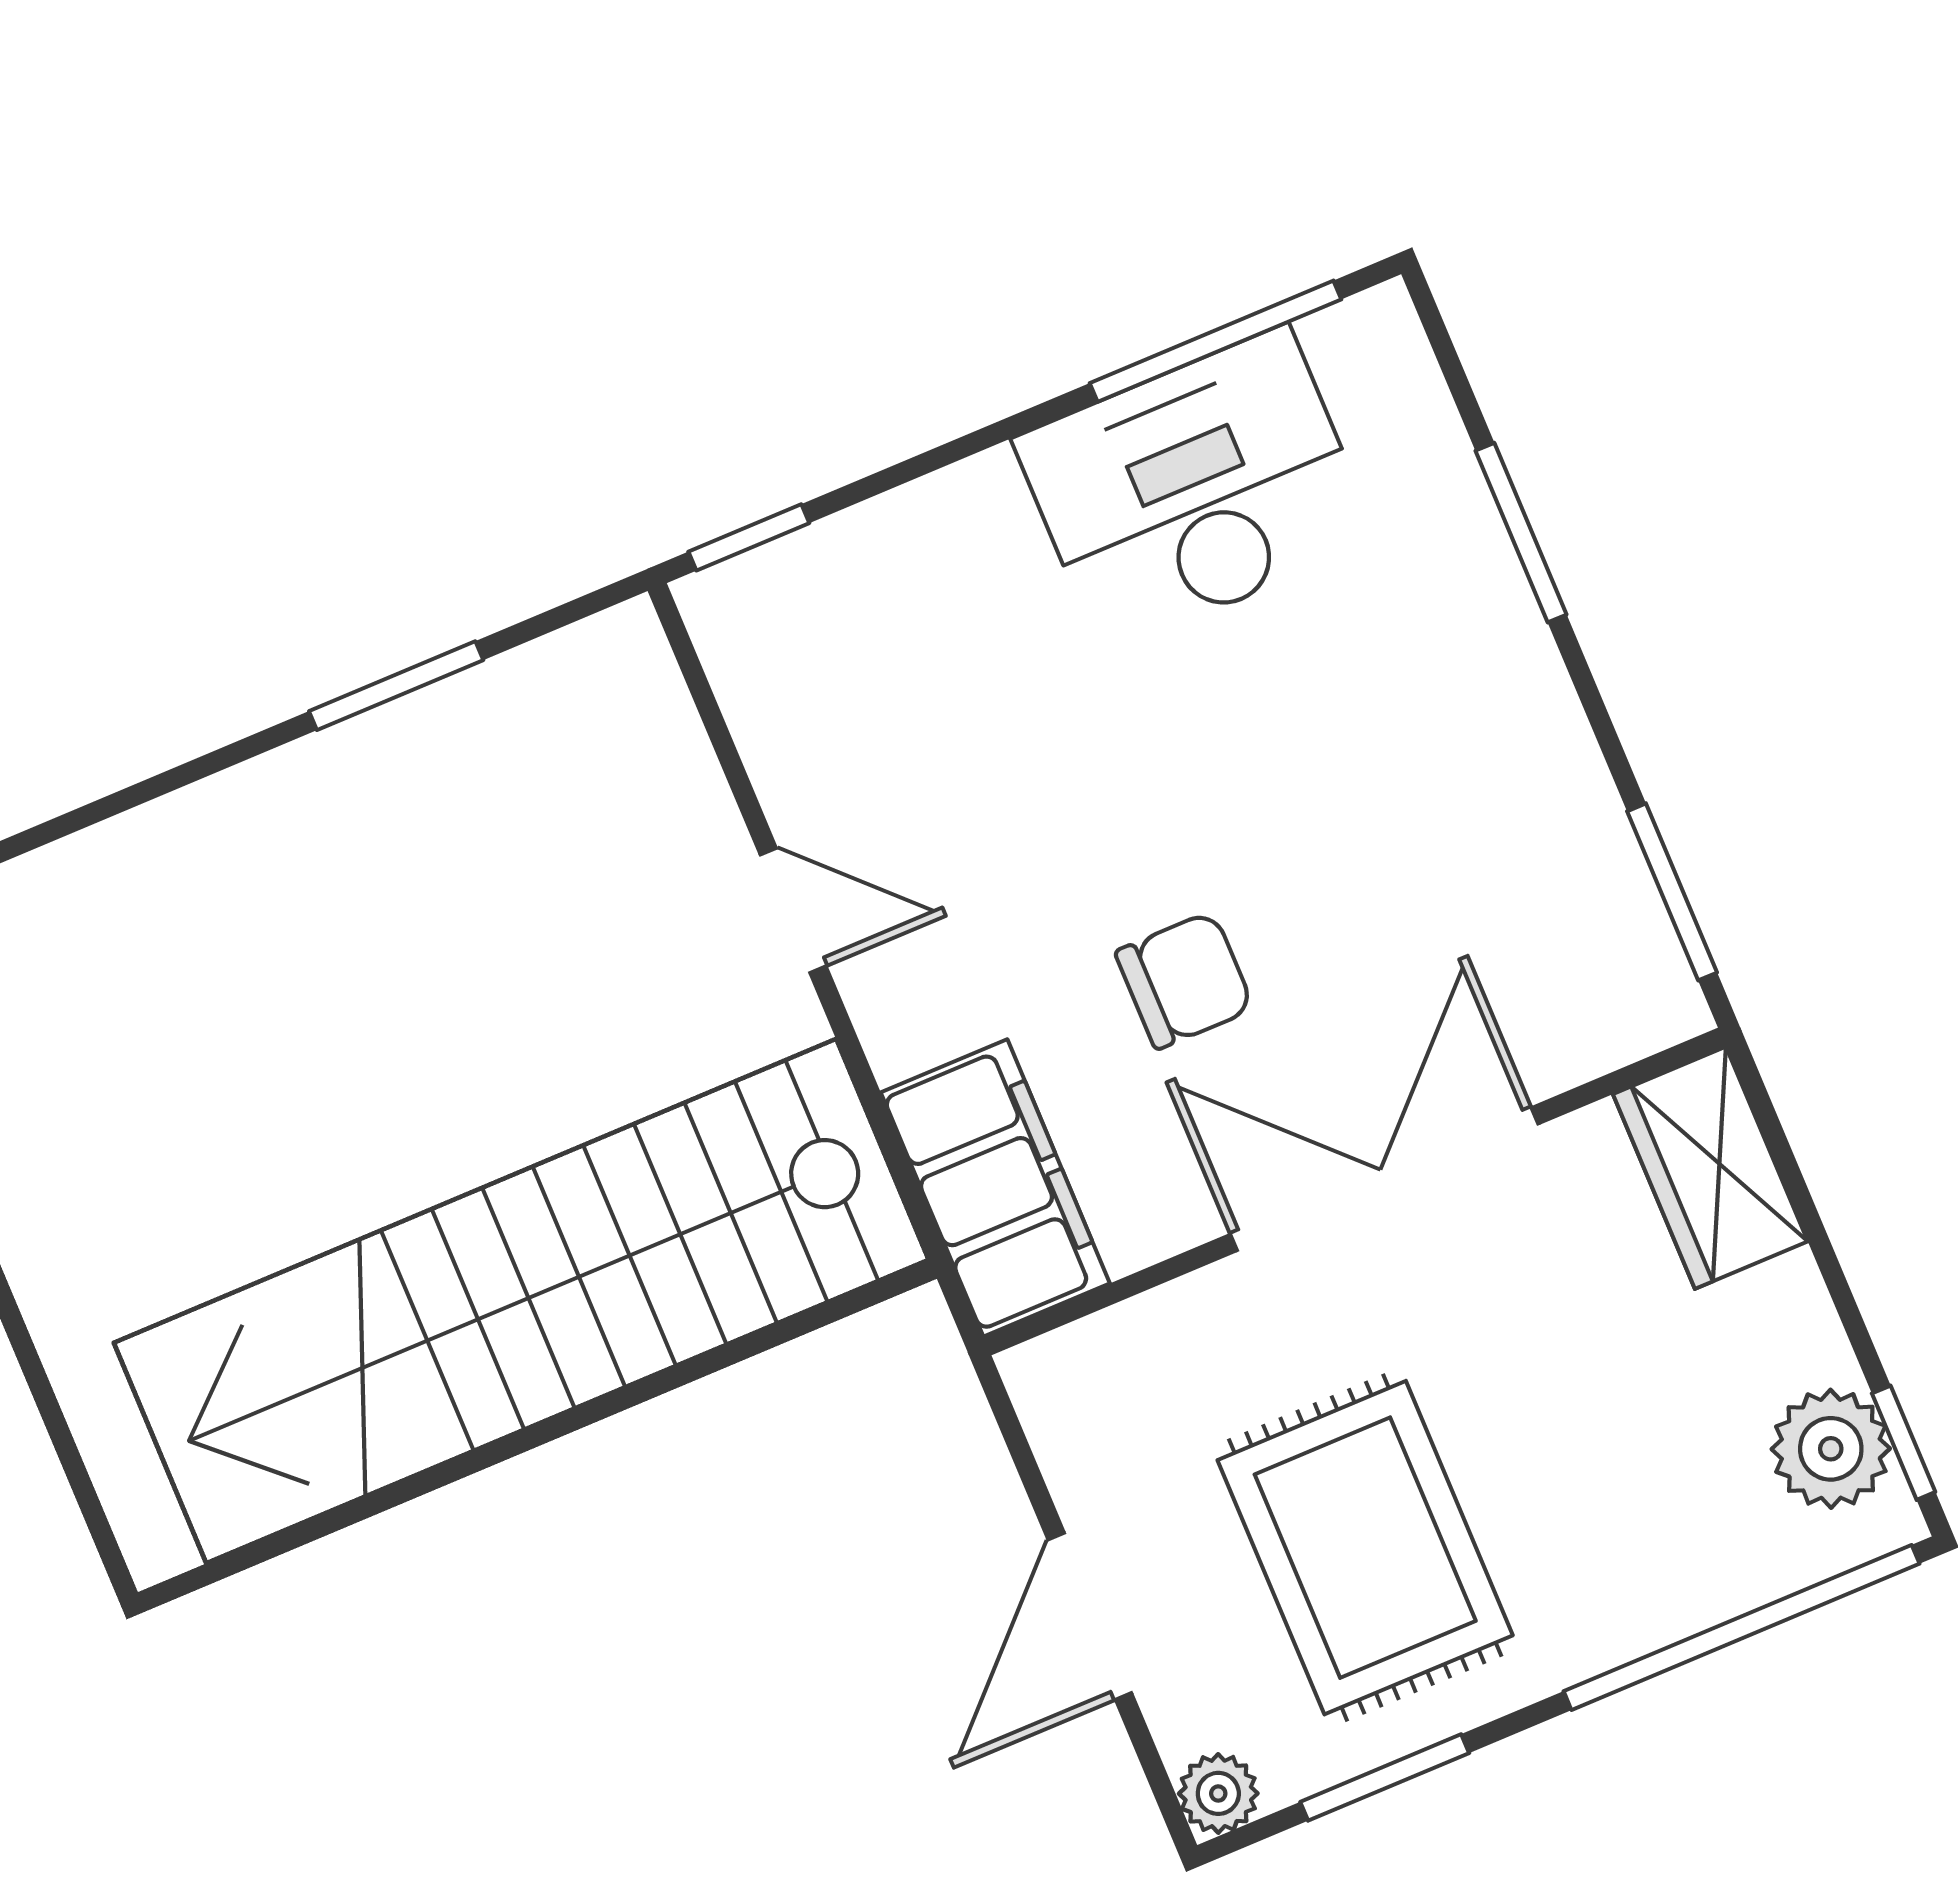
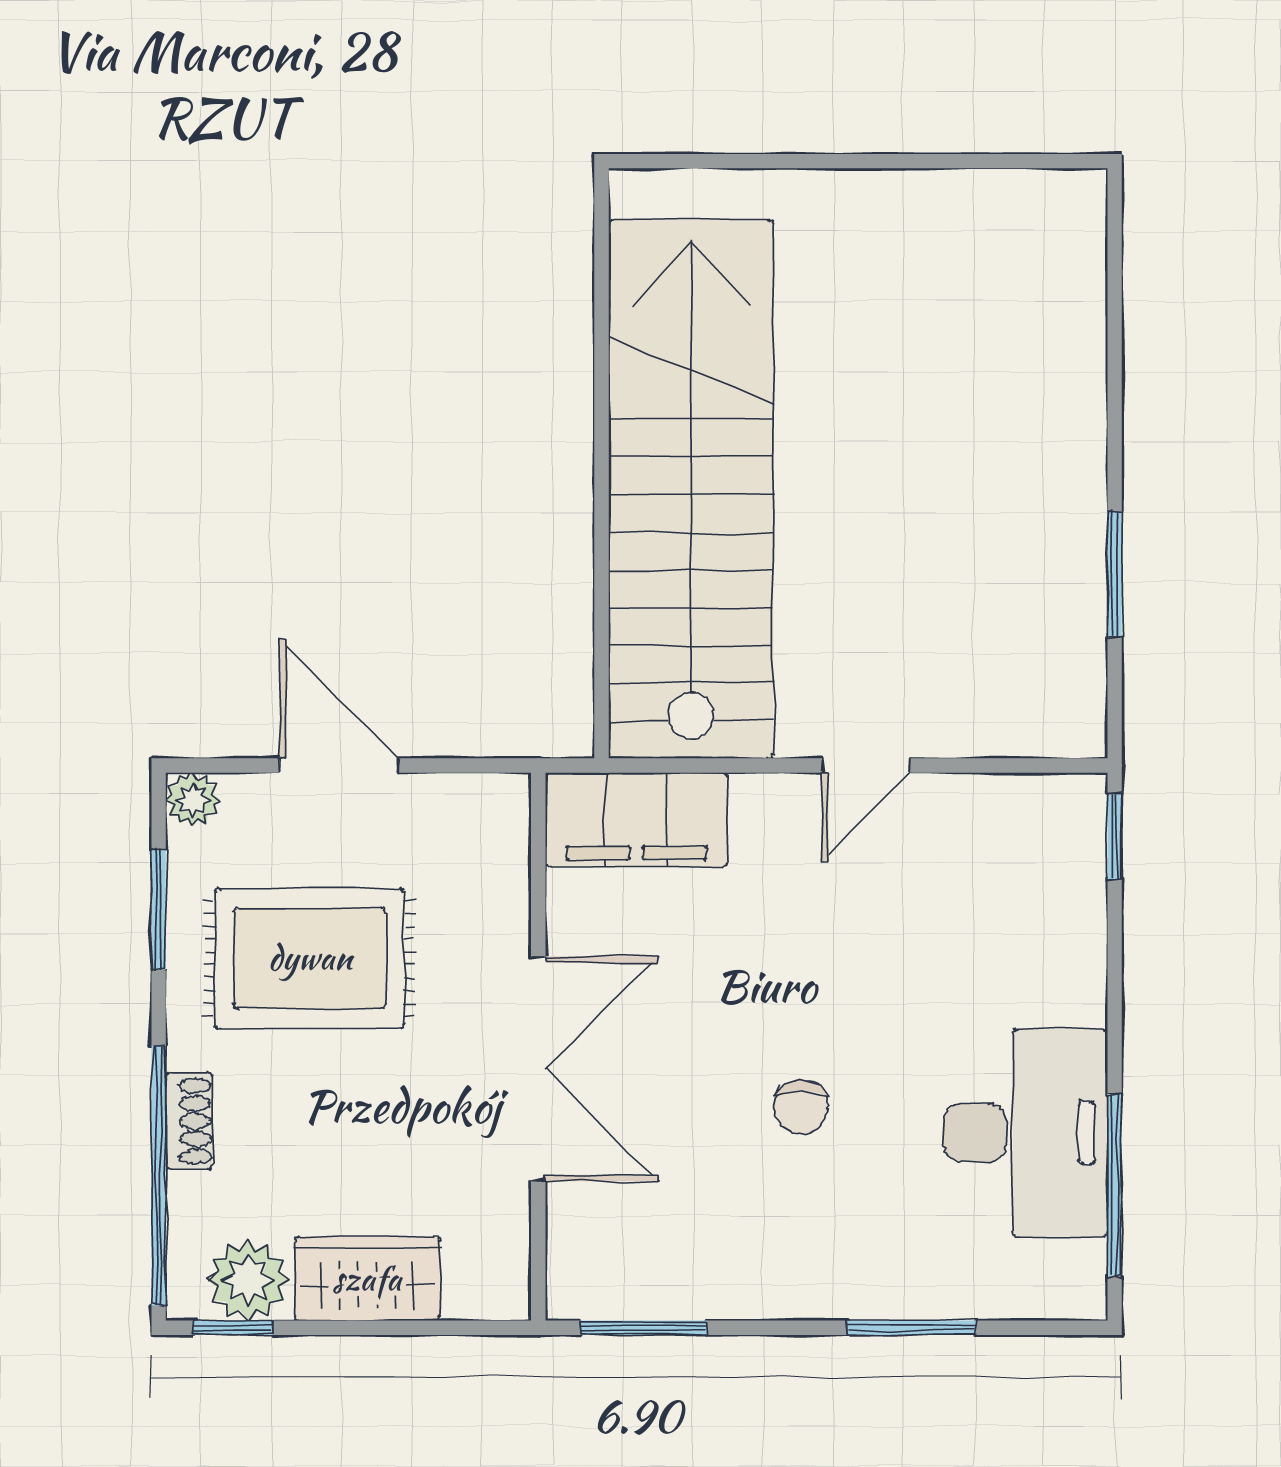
chair: (1185, 980) -> (801, 1107), moved, width x0.73, depth x0.73
wardrobe: (1710, 1168) -> (367, 1279), moved
shoe rack: (1651, 1617) -> (189, 1121), added

